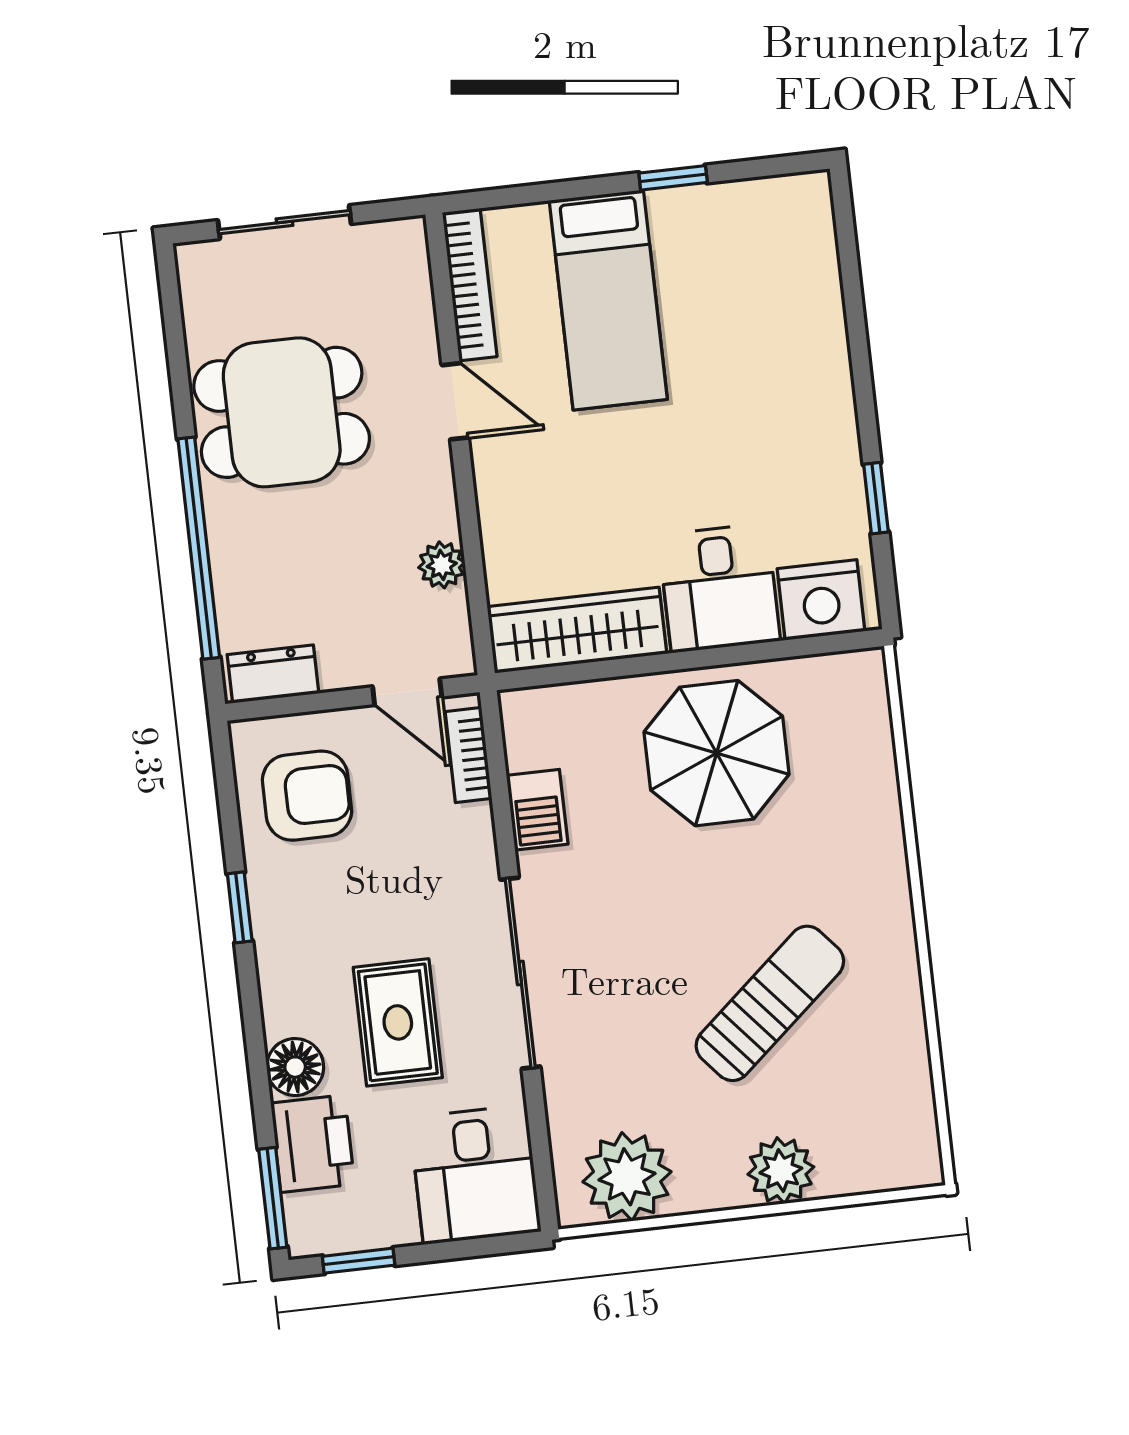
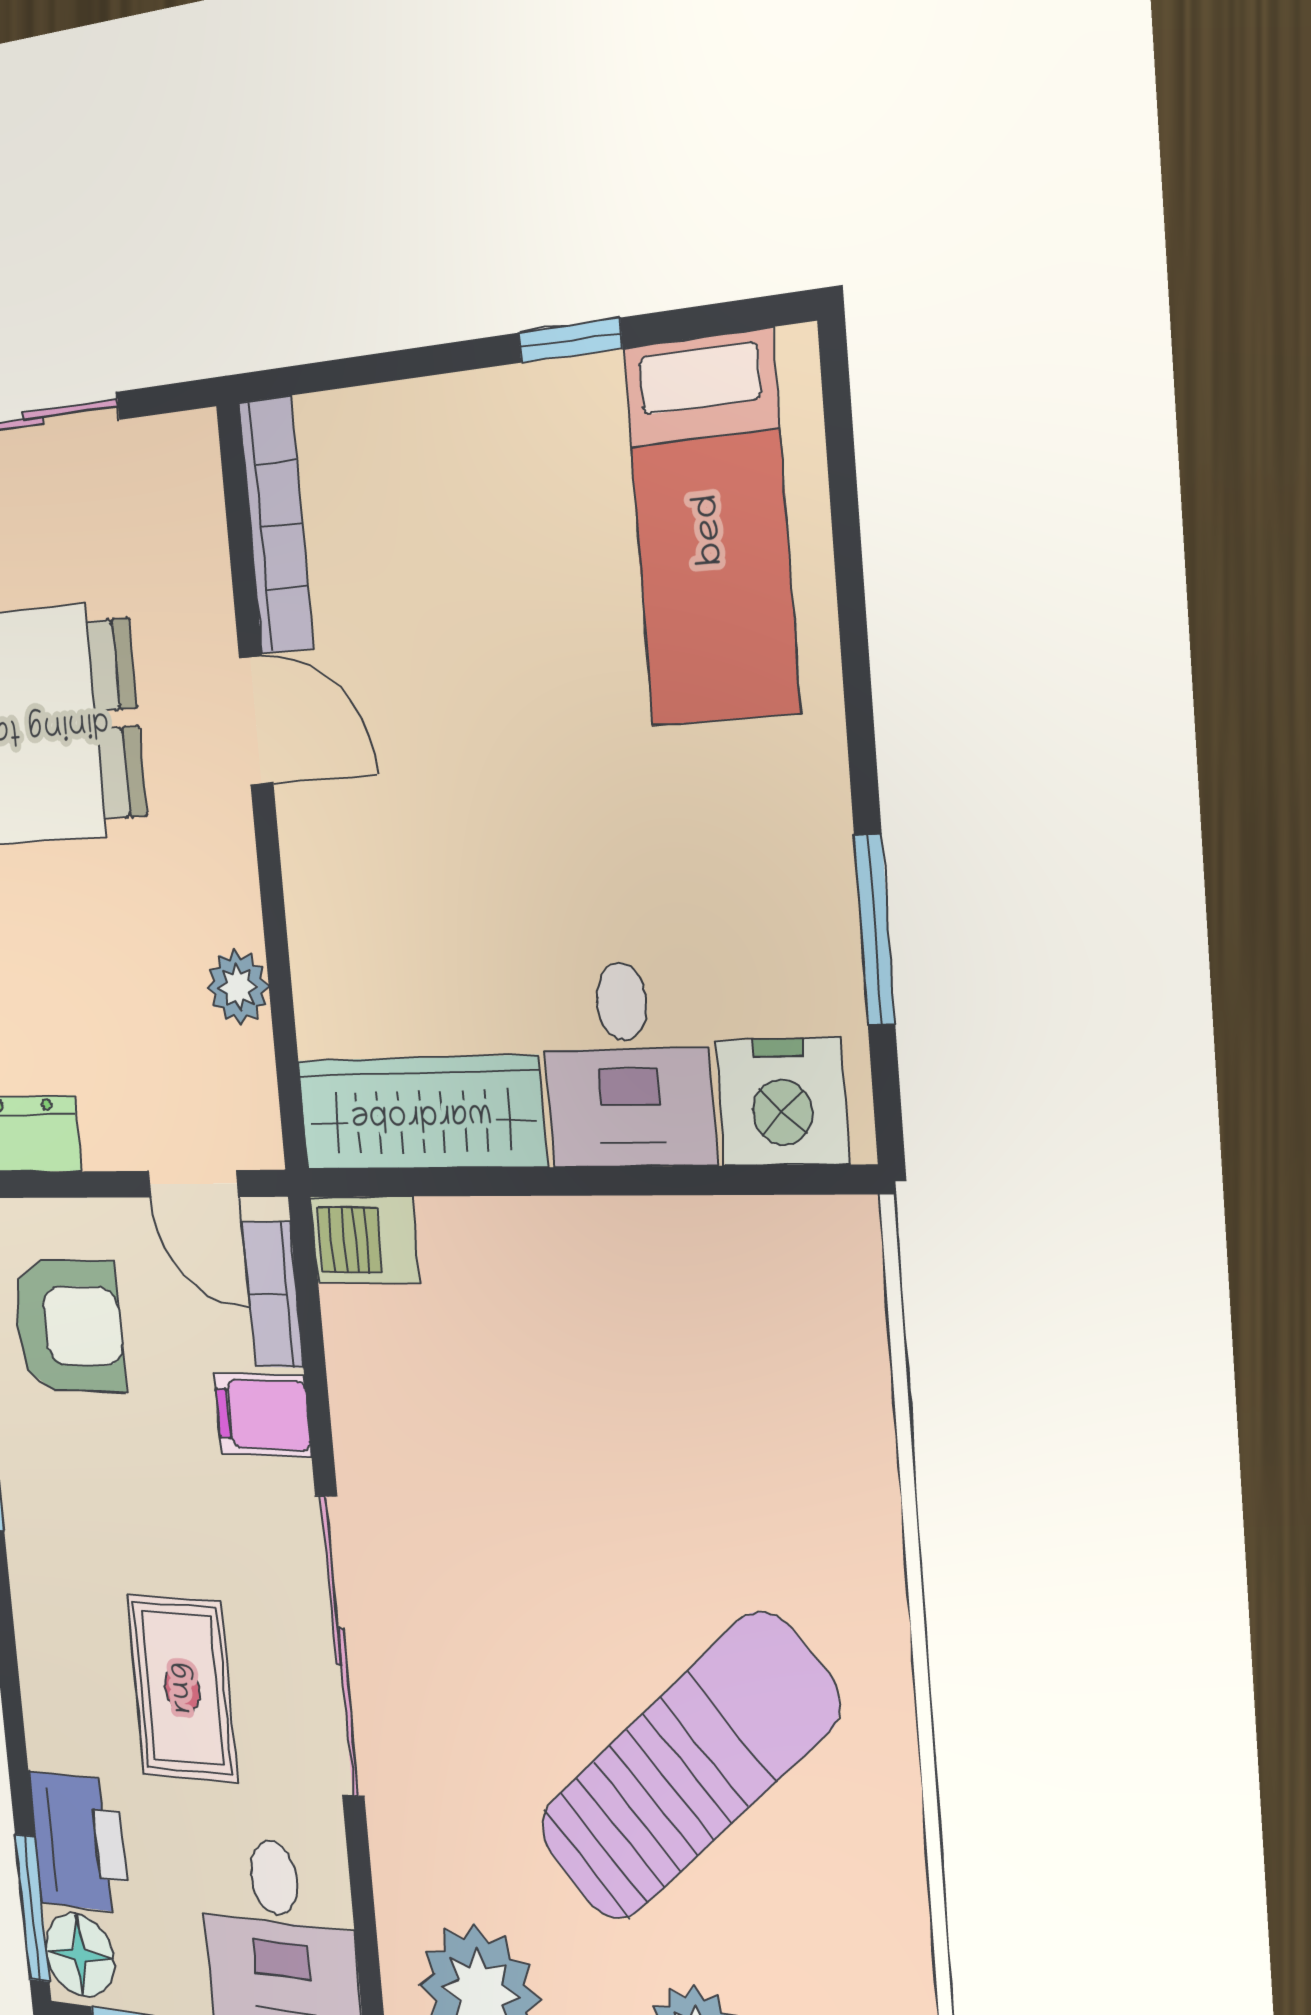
bed: (608, 300) -> (711, 530), moved
window: (876, 498) -> (875, 930), width x1.50
parasol: (717, 753) -> (618, 1343), removed
barbecue: (537, 810) -> (365, 1240), moved, turned 90
filing cabinet: (461, 833) -> (263, 1415), added
sun lounger: (770, 1003) -> (688, 1768), width x1.36, depth x1.34
floor lamp: (295, 1067) -> (80, 1955), moved

